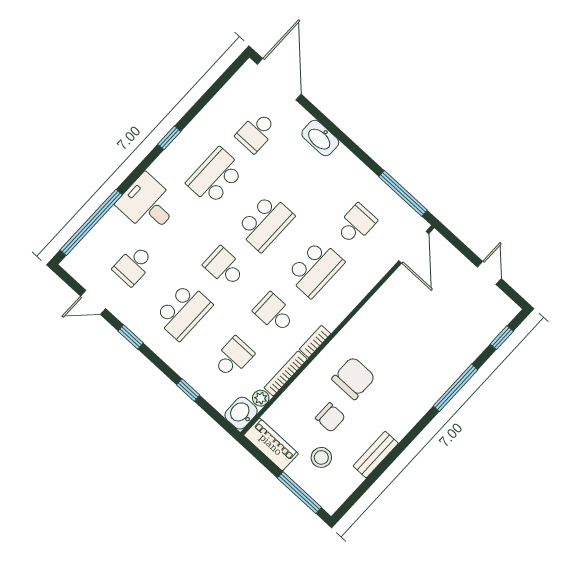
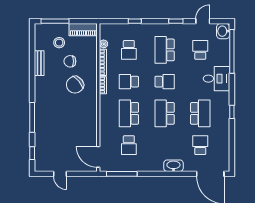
school desk: (274, 313) -> (129, 82), turned 180
chair: (354, 378) -> (75, 85), turned 50
washbasin: (241, 413) -> (223, 31), moved, turned 180

